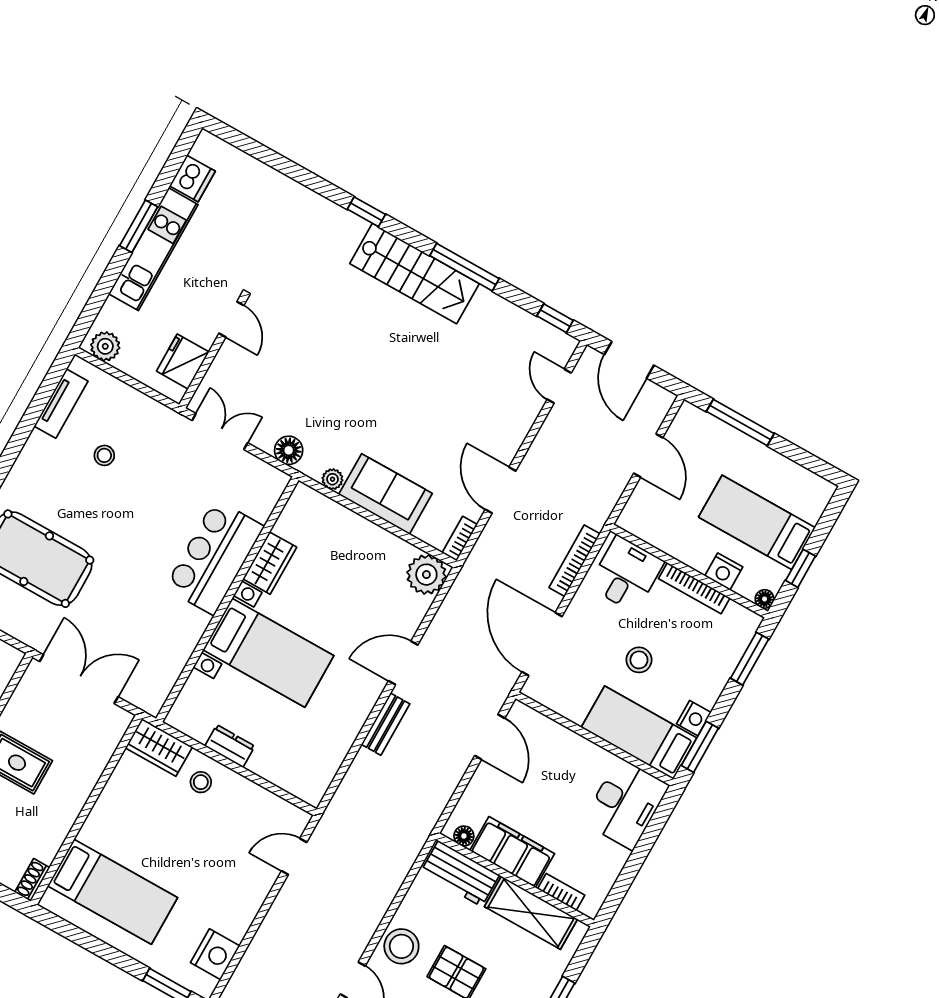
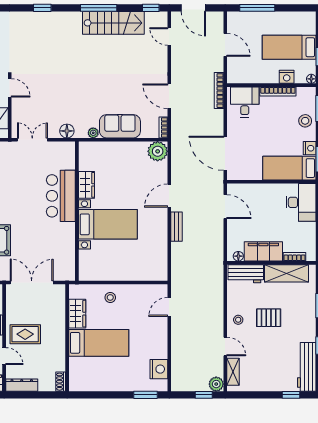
stairs: (414, 274) -> (113, 23), moved
bookcase: (575, 561) -> (219, 91), moved
stool: (639, 660) -> (305, 121), moved
dresser: (230, 746) -> (114, 275), removed
wardrobe: (159, 747) -> (77, 314), moved, turned -90
bed: (113, 892) -> (99, 343), moved
stool: (401, 946) -> (238, 320), width x0.53, depth x0.53

